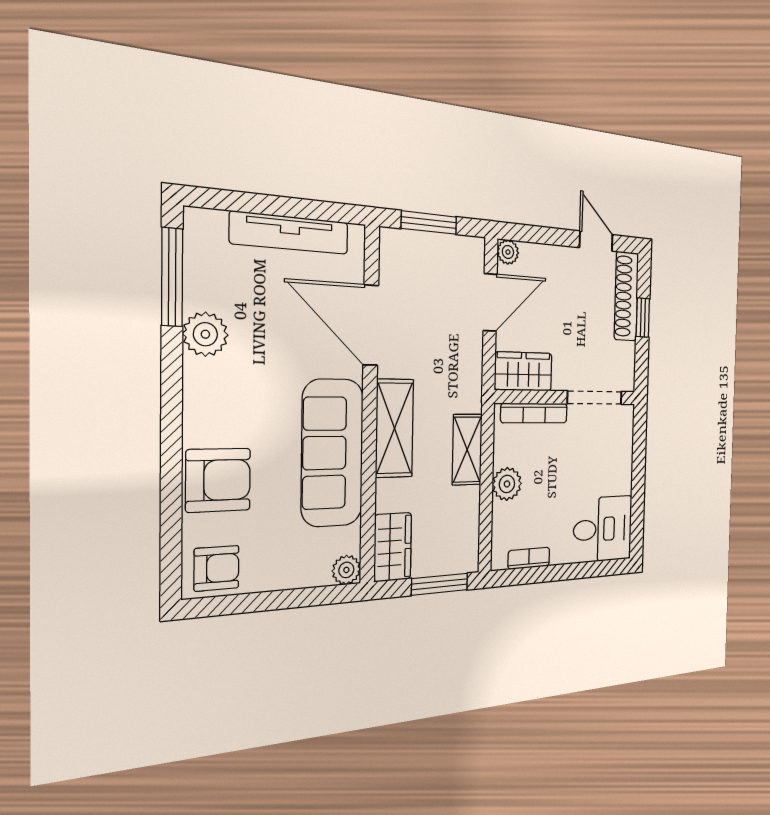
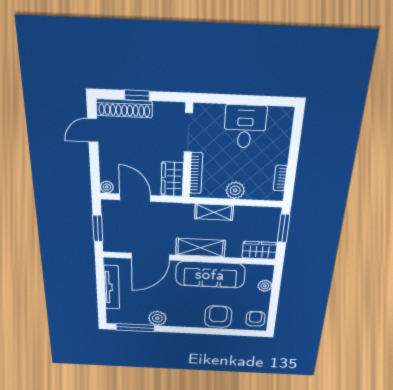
desk: (603, 529) -> (245, 127), moved
plant: (346, 570) -> (265, 286), moved

